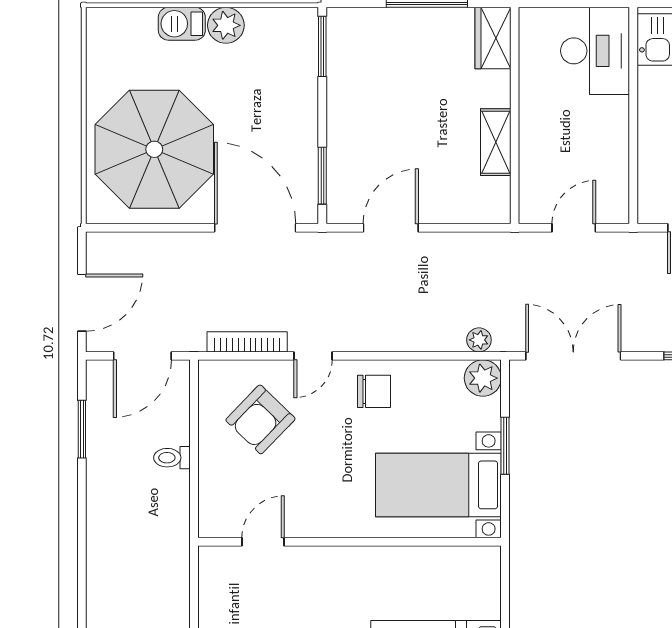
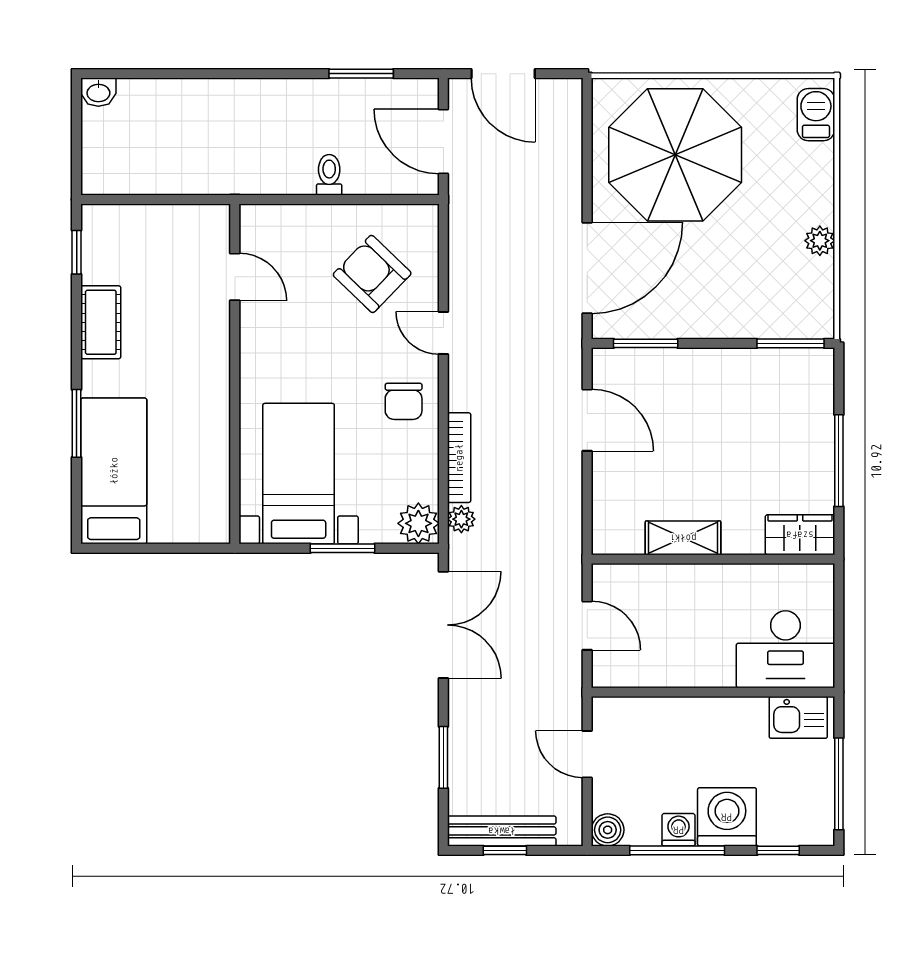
barbecue: (182, 24) -> (816, 115), moved
plant: (226, 25) -> (820, 241), width x0.73, depth x0.73
bookcase: (247, 342) -> (459, 458), moved

